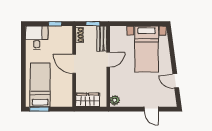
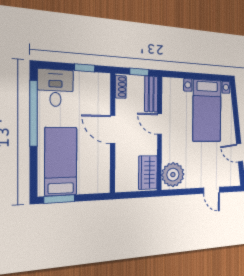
window: (23, 54) -> (34, 113), added
door: (108, 60) -> (160, 124), swing flipped
wardrobe: (88, 100) -> (148, 172), moved, turned -90
plant: (115, 100) -> (173, 175), width x1.87, depth x1.87

